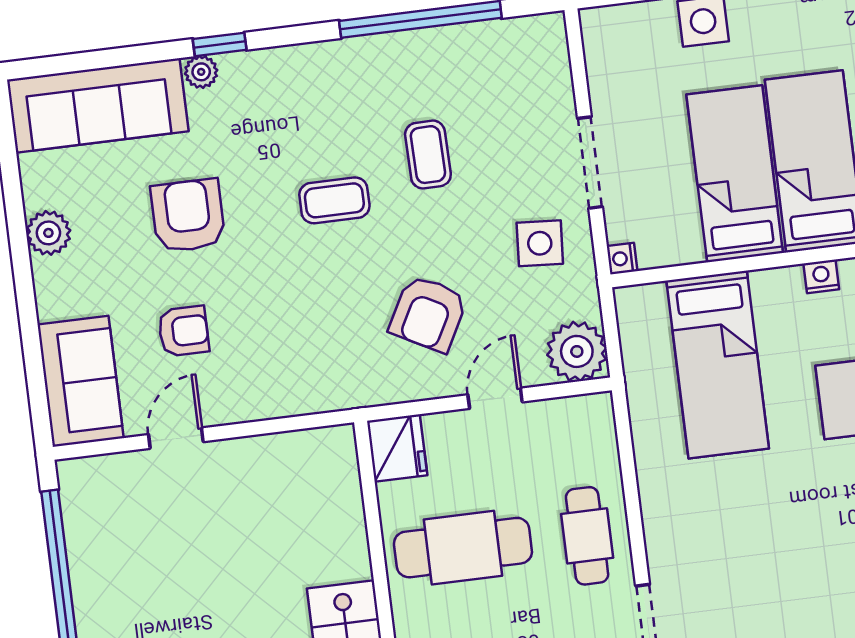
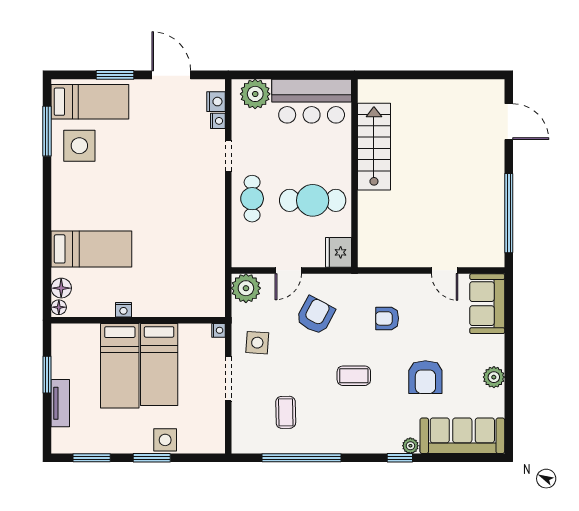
coffee table: (428, 155) -> (286, 412), moved
armchair: (183, 331) -> (387, 318), moved
bed: (718, 365) -> (179, 273), removed
door: (176, 438) -> (445, 270), hinge flipped

